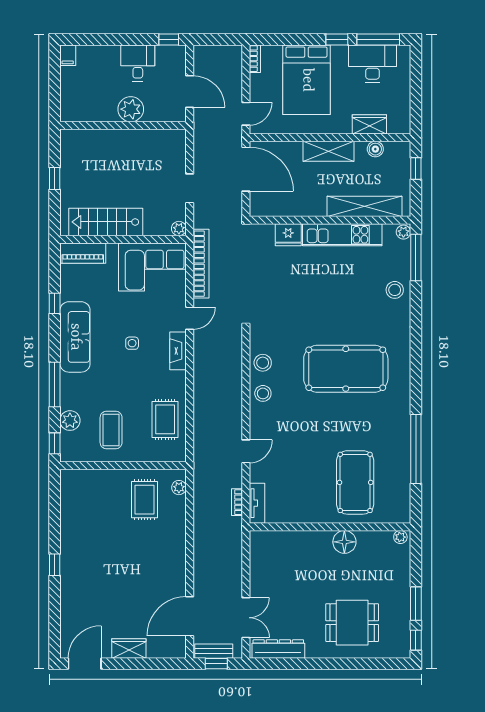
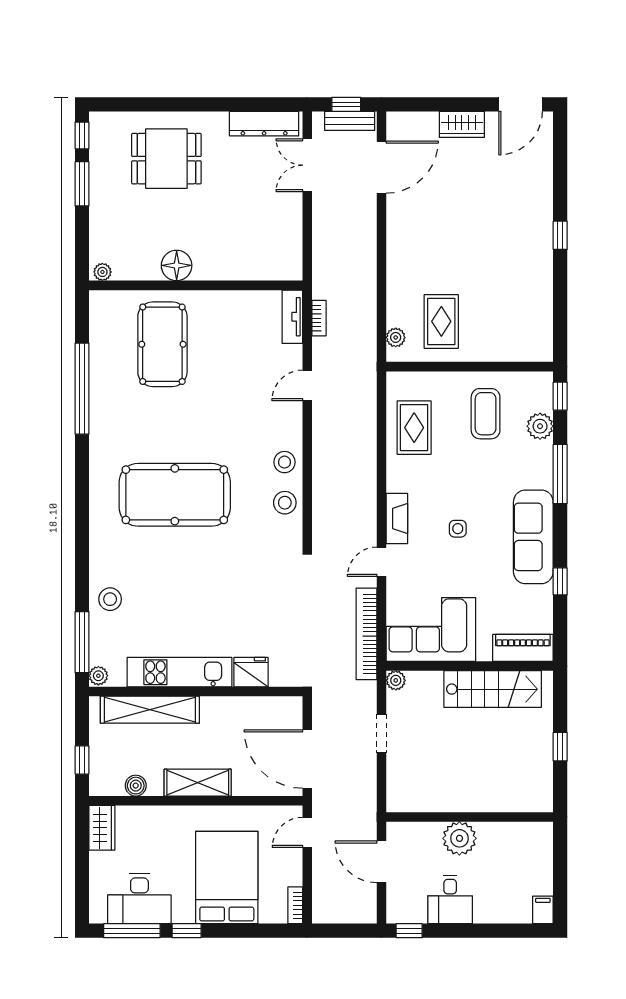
wardrobe: (369, 124) -> (102, 828), moved, turned -90

